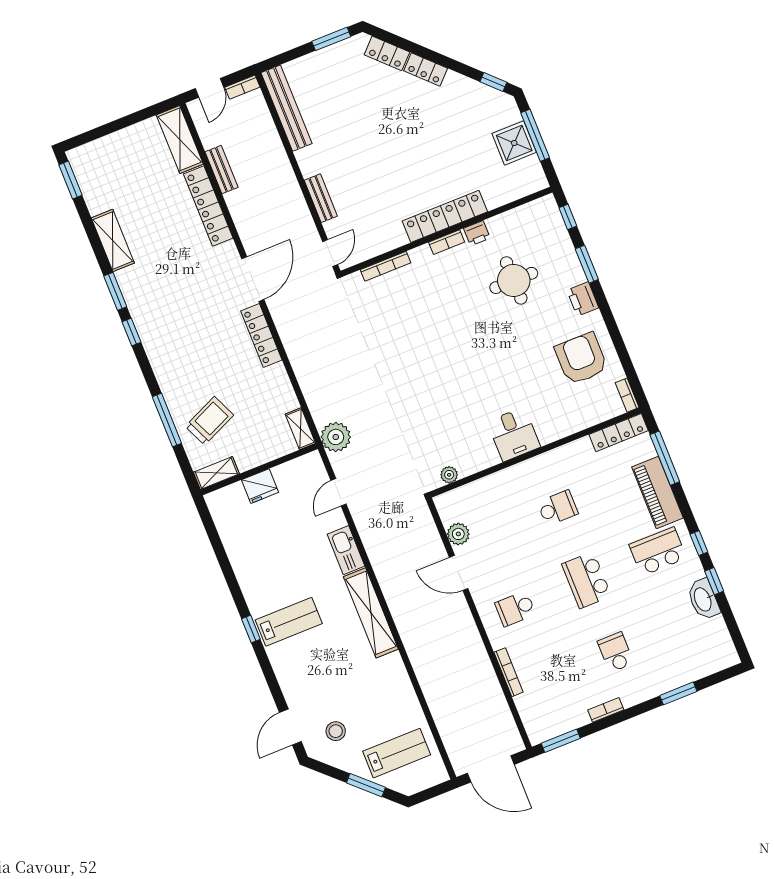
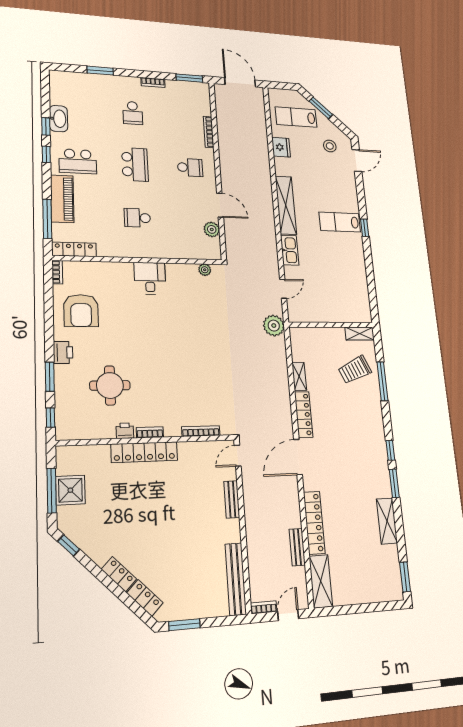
shelving: (300, 429) -> (299, 376), moved
fridge: (260, 486) -> (281, 147), moved, turned 90

